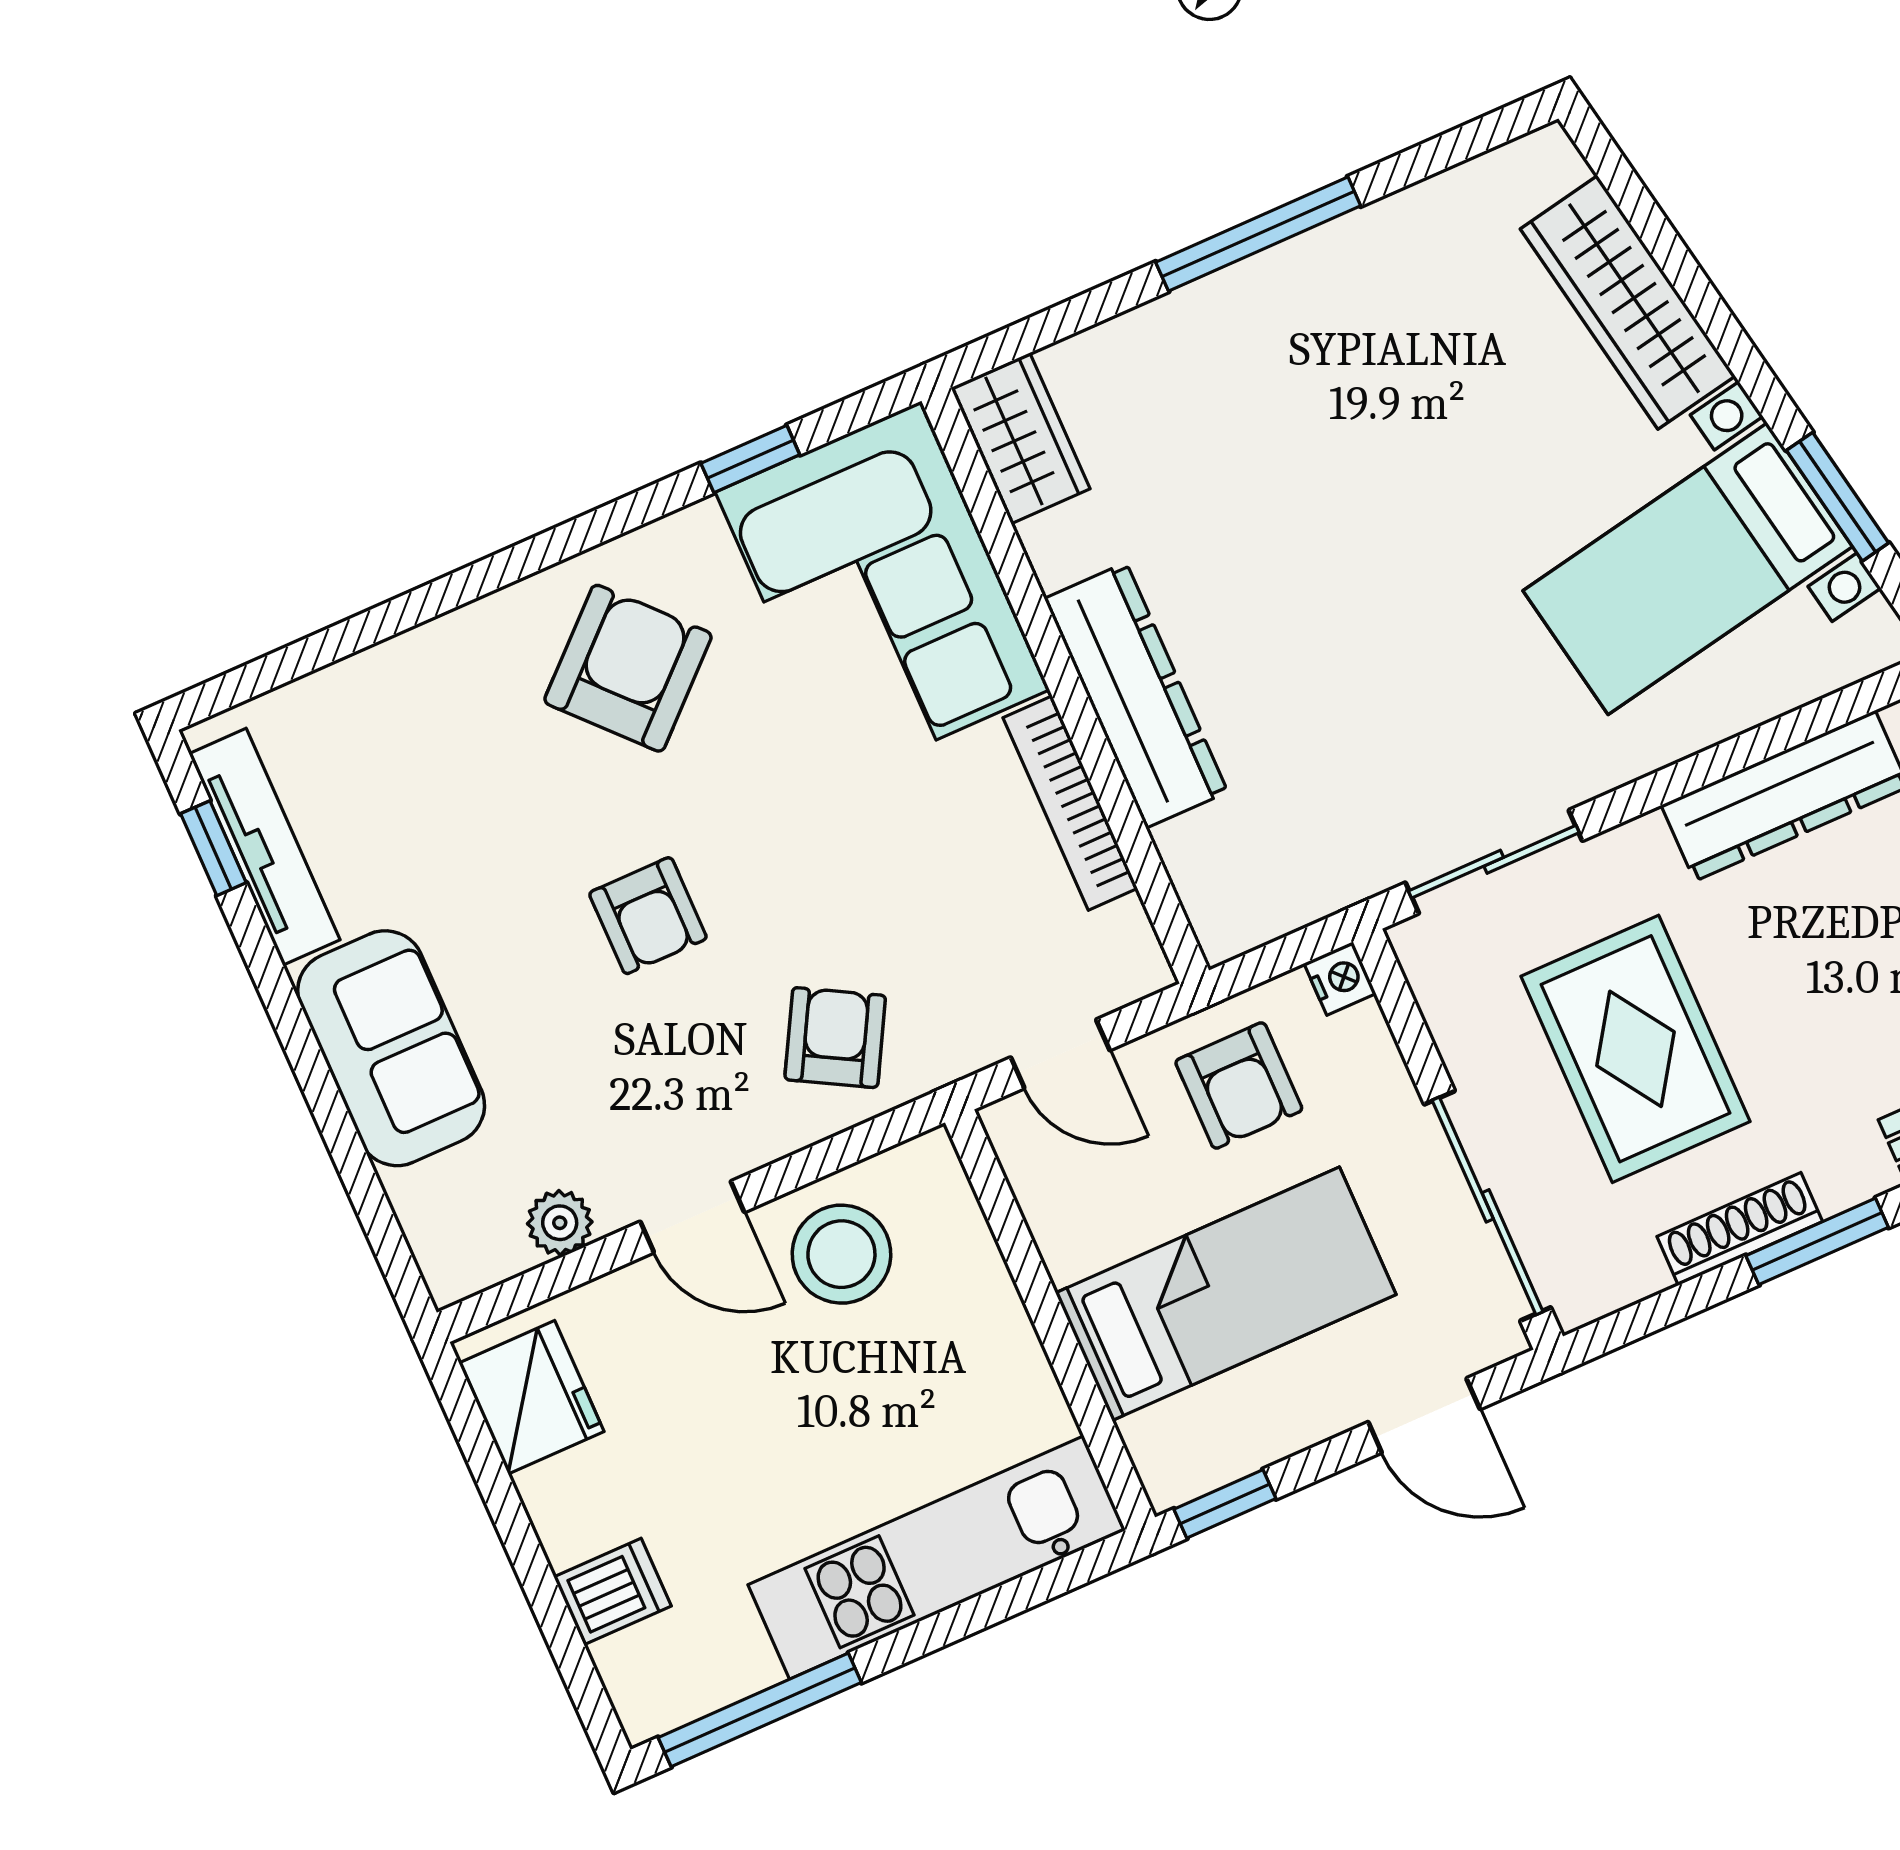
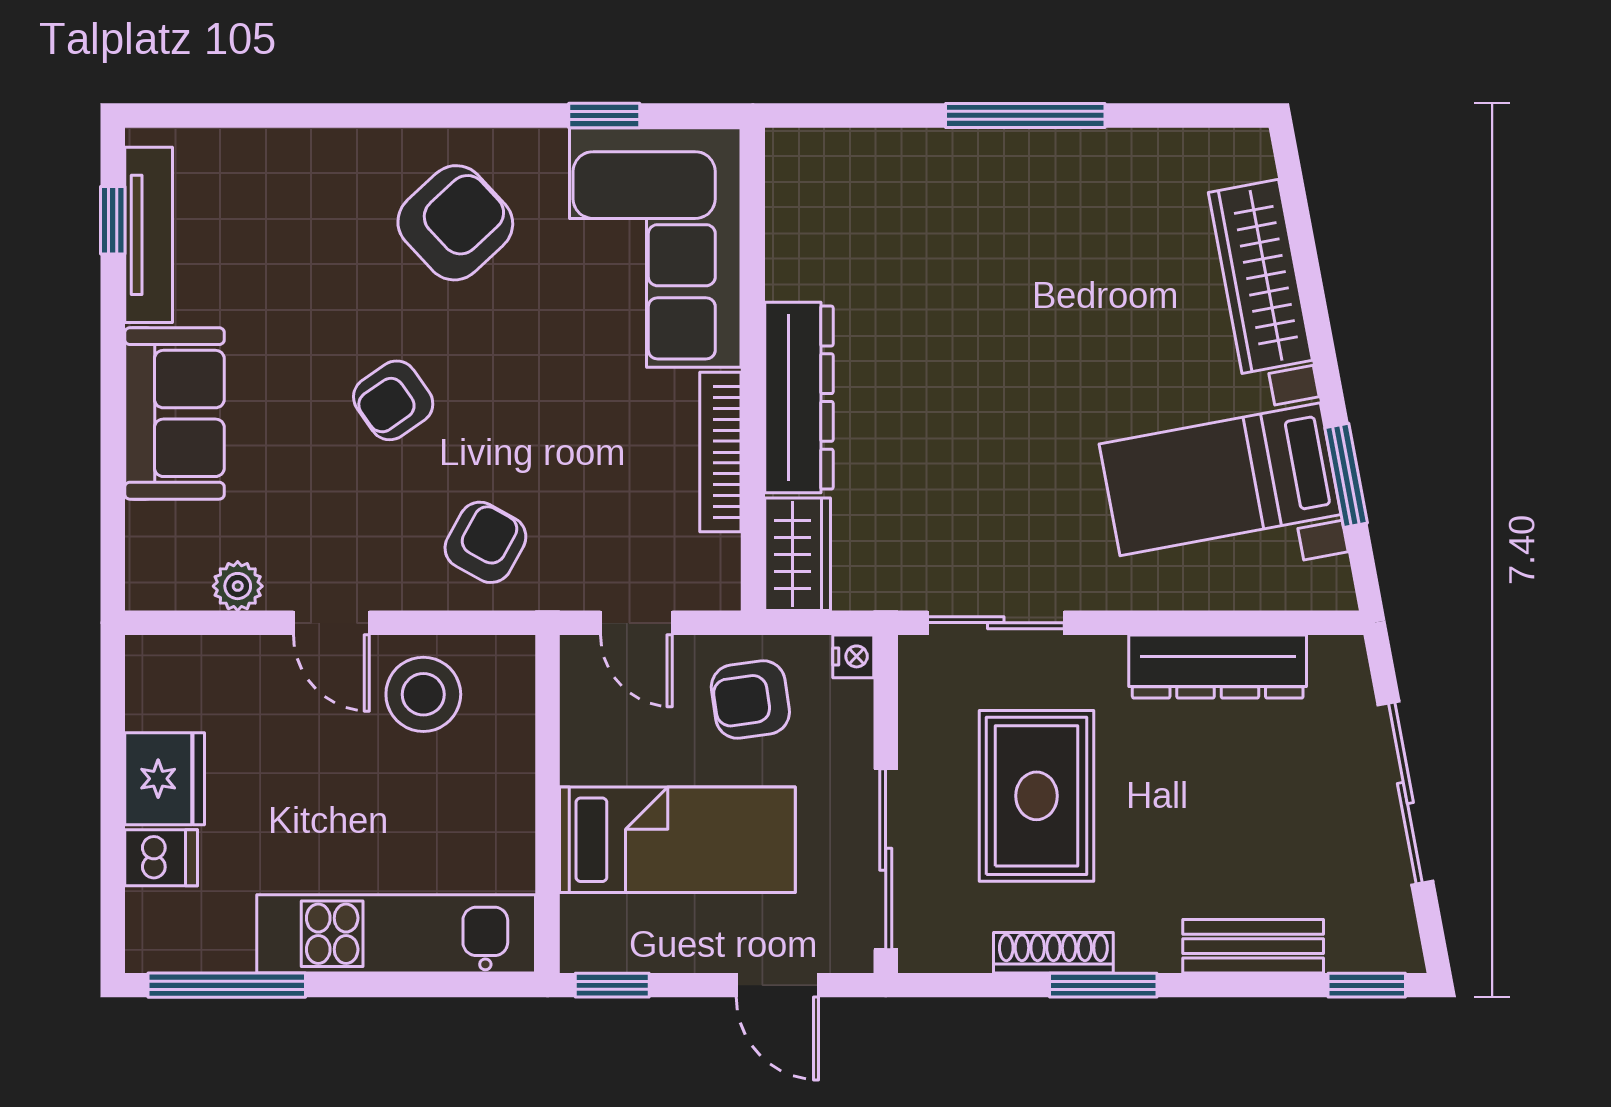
wardrobe: (1020, 438) -> (798, 554), moved
armchair: (648, 916) -> (393, 400), turned 55
armchair: (1239, 1085) -> (750, 699), turned 82
fridge: (531, 1397) -> (165, 779), moved

